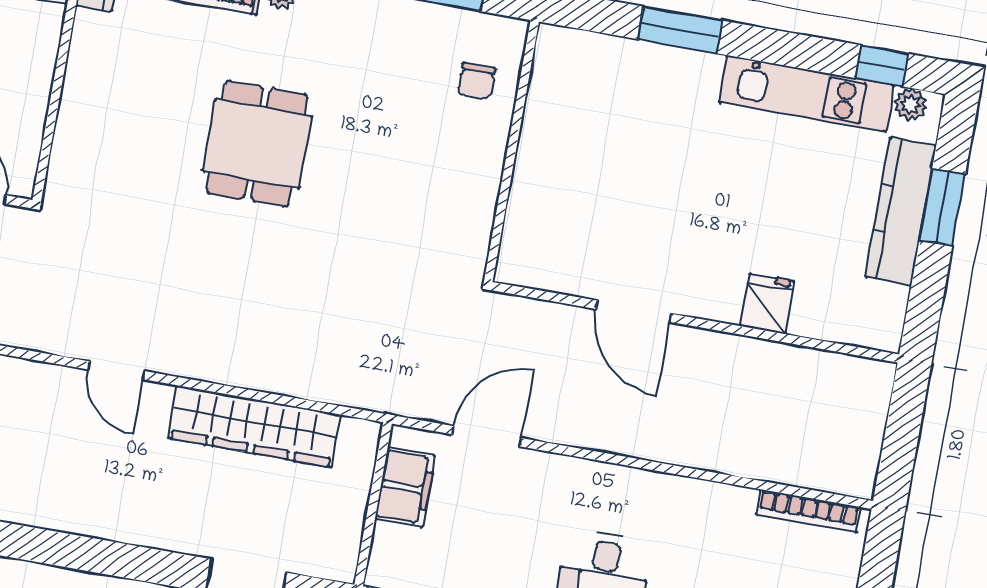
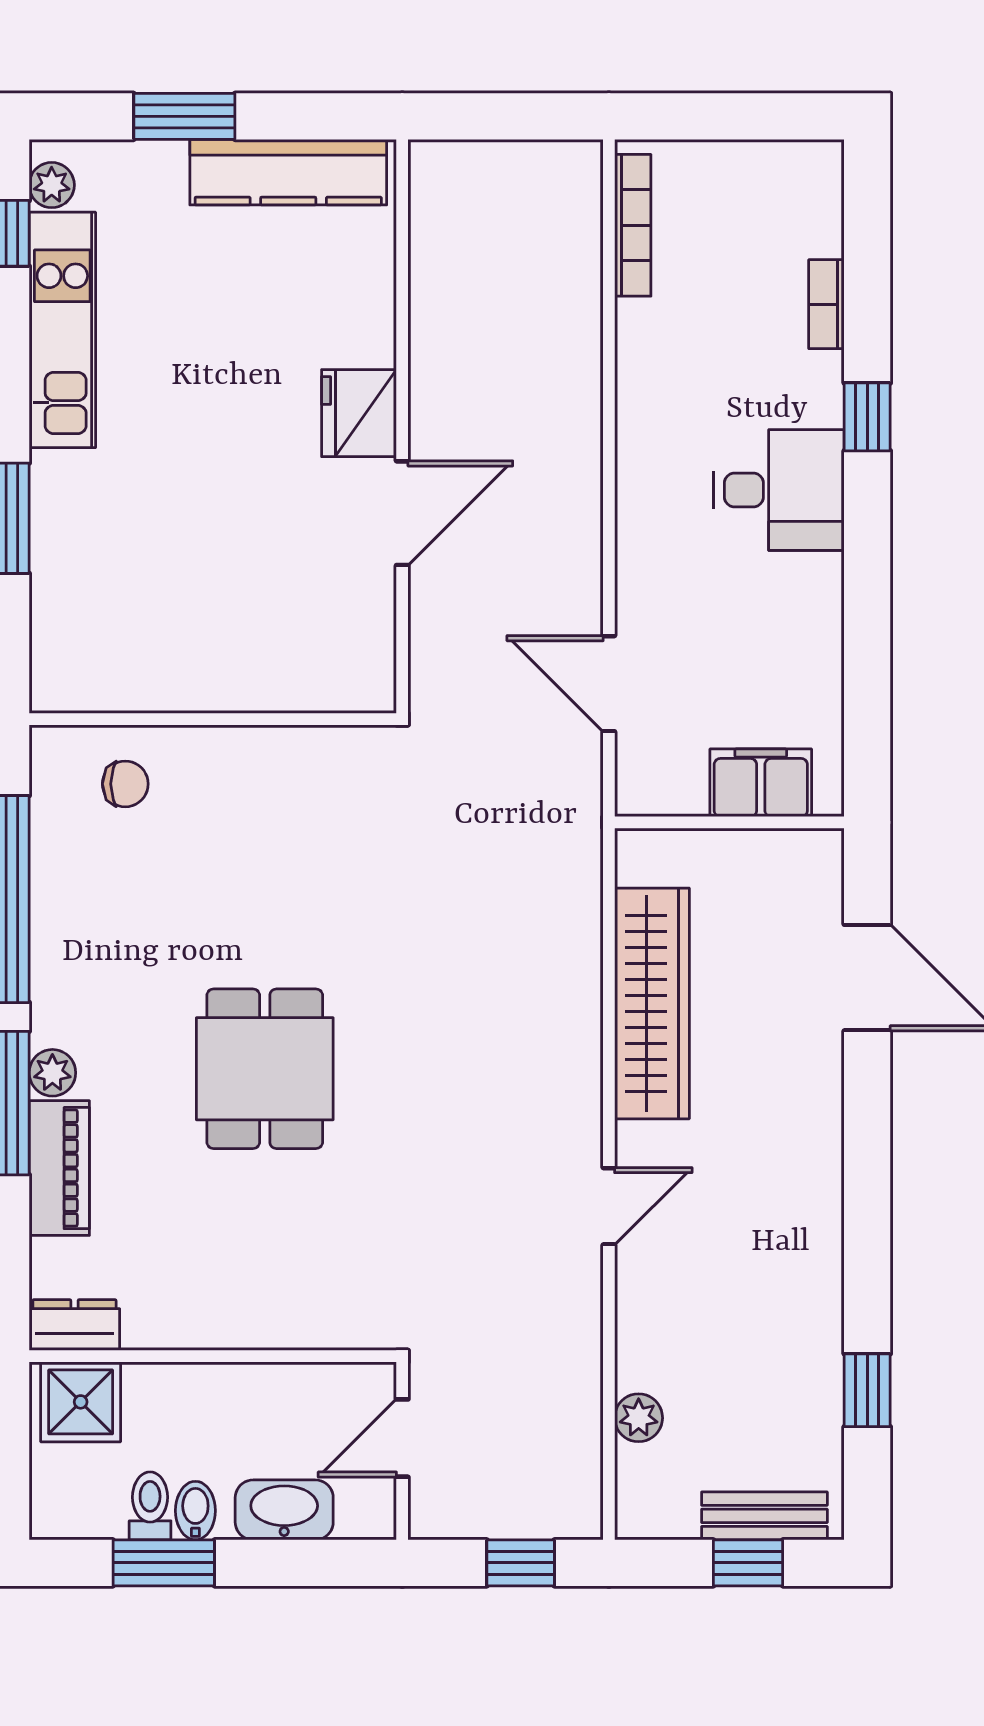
dining table: (257, 144) -> (265, 1069), turned 90
kitchen counter: (901, 211) -> (288, 172), moved
fridge: (767, 303) -> (359, 413), moved, width x1.38
filing cabinet: (405, 487) -> (761, 783), moved

